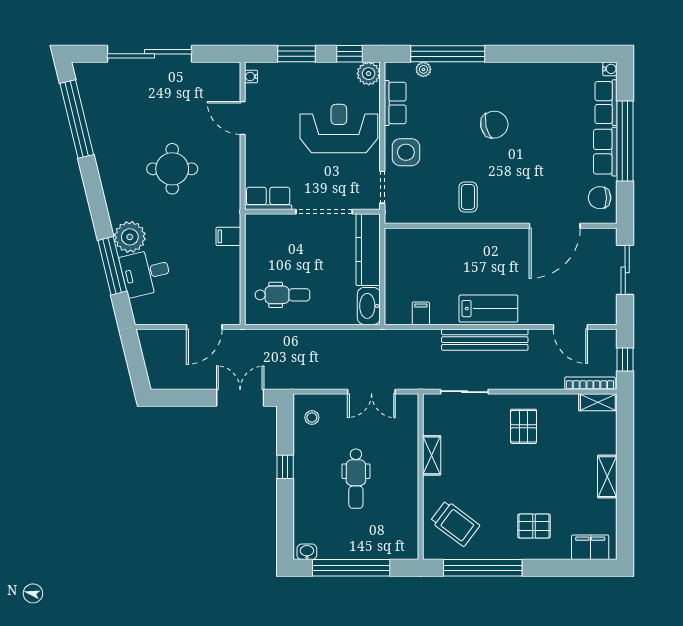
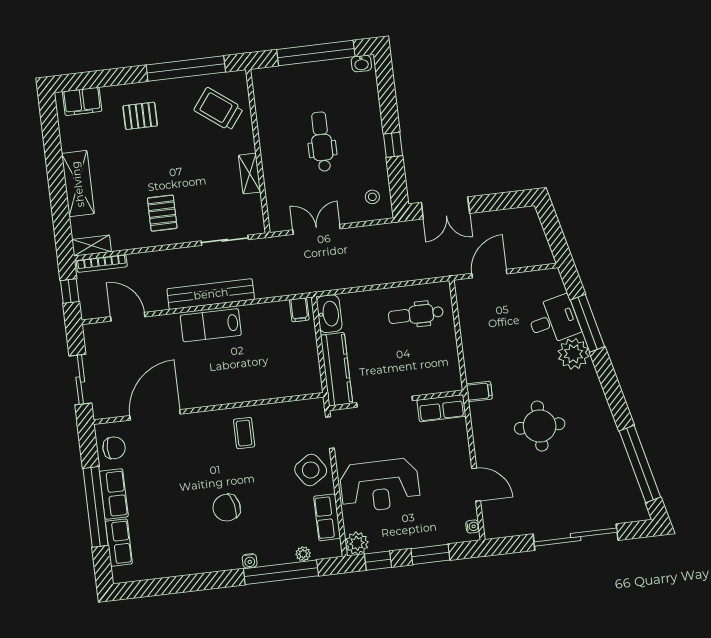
water cooler: (610, 69) -> (250, 561), moved, turned -90
side table: (406, 152) -> (311, 470), turned -33
filing cabinet: (228, 236) -> (479, 391), moved
filing cabinet: (421, 313) -> (299, 310), moved
shelving: (607, 477) -> (78, 184), width x1.50, depth x1.33

